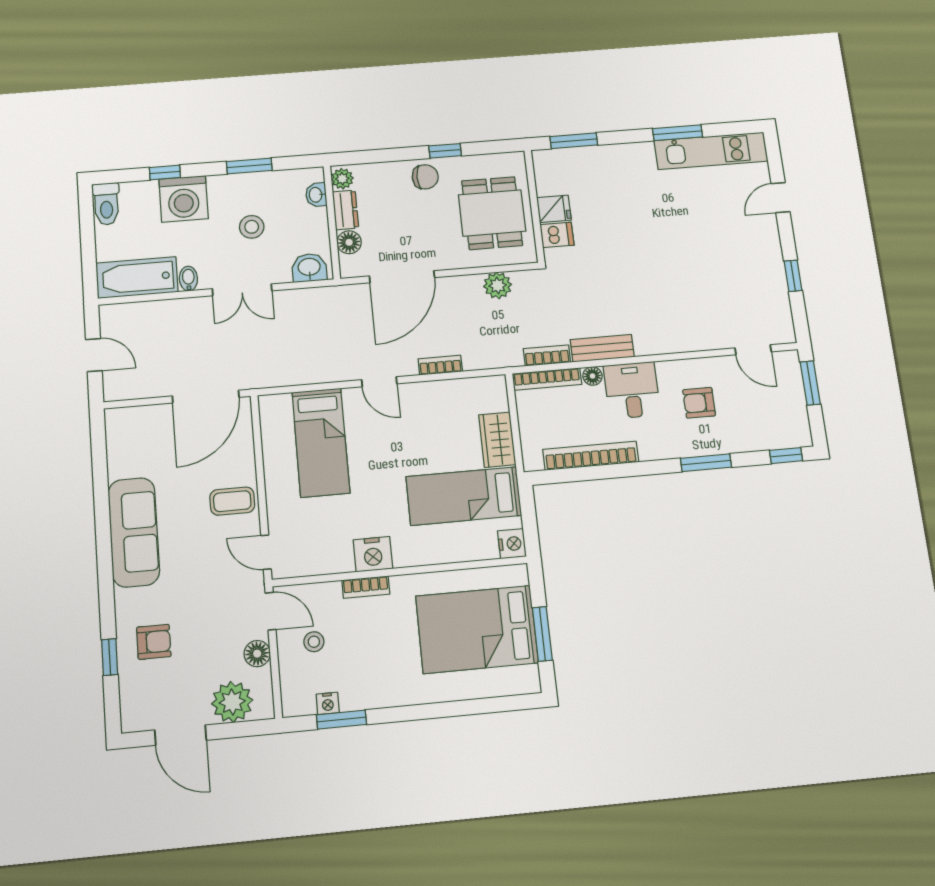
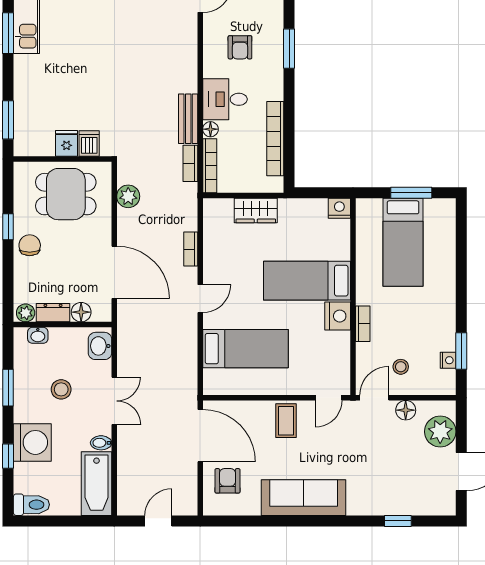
bed: (464, 496) -> (307, 281), moved, turned 90
bed: (477, 629) -> (403, 242), width x0.67
armchair: (154, 642) -> (227, 481), moved

